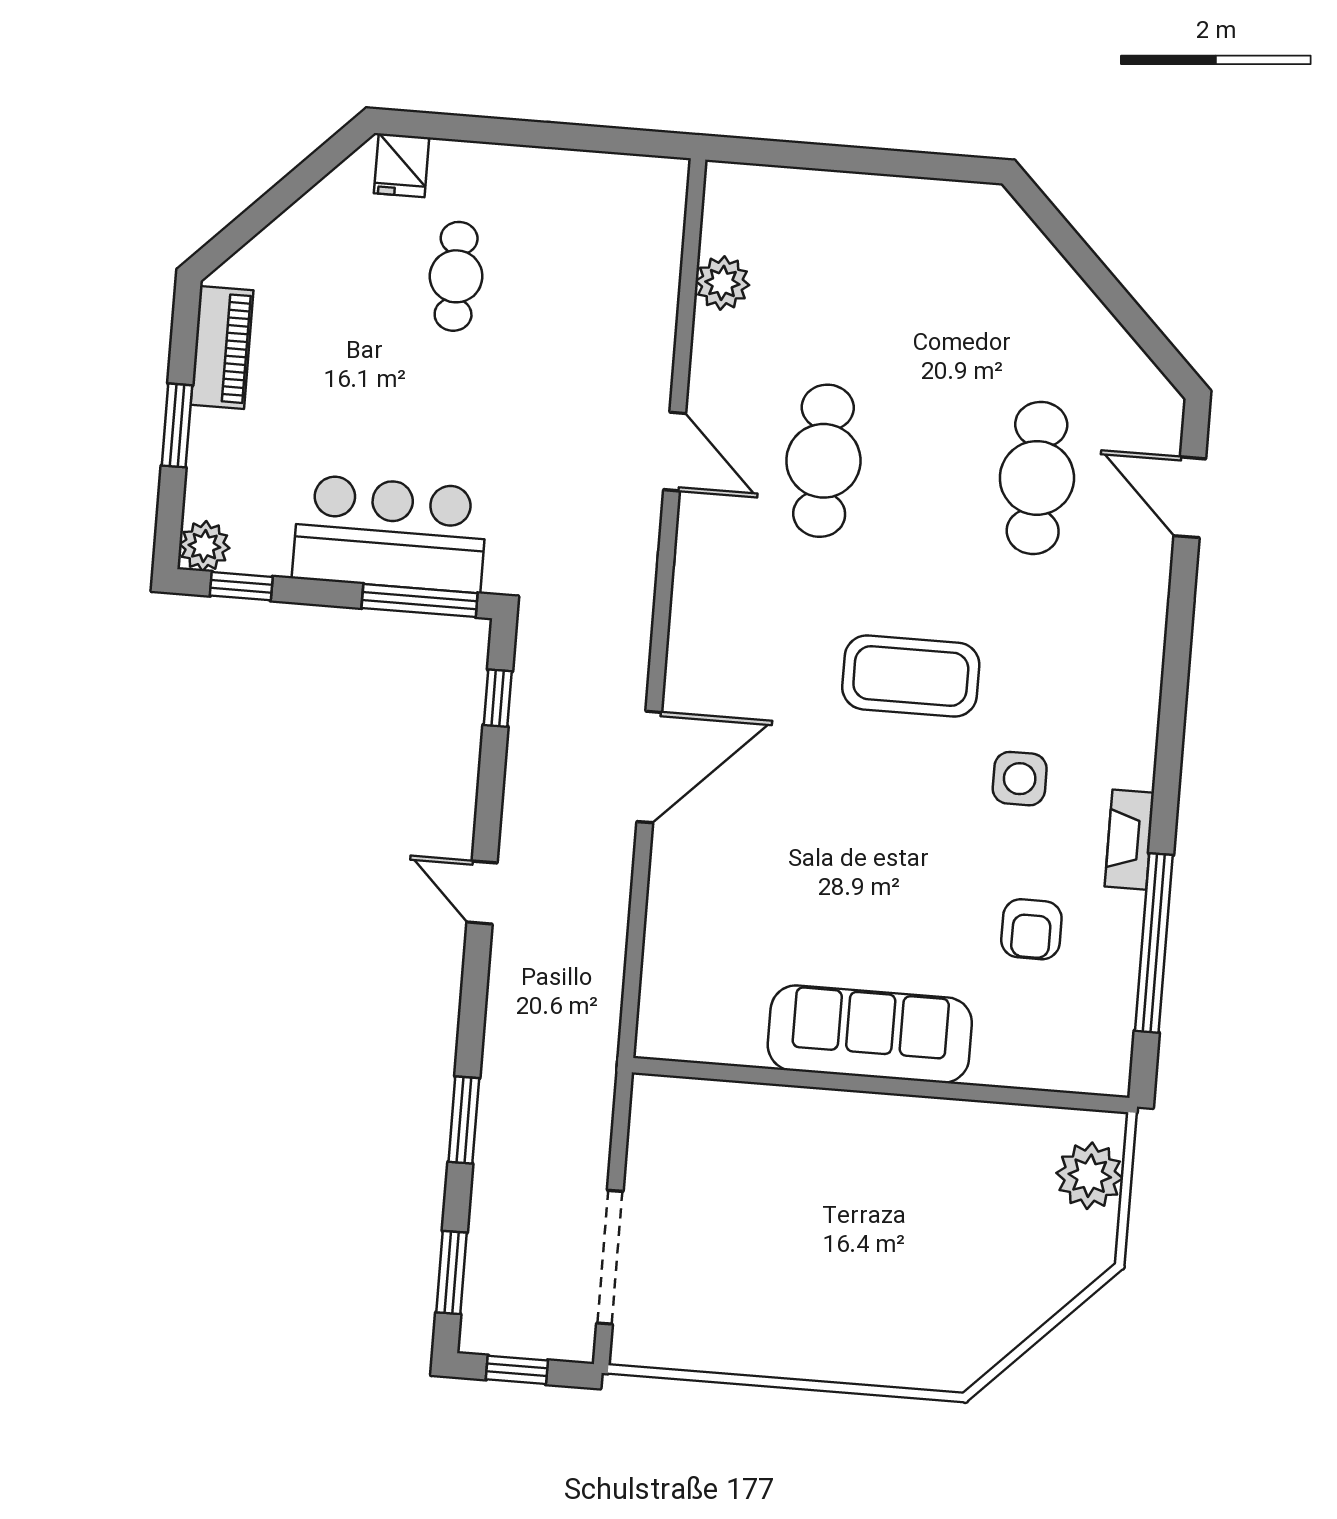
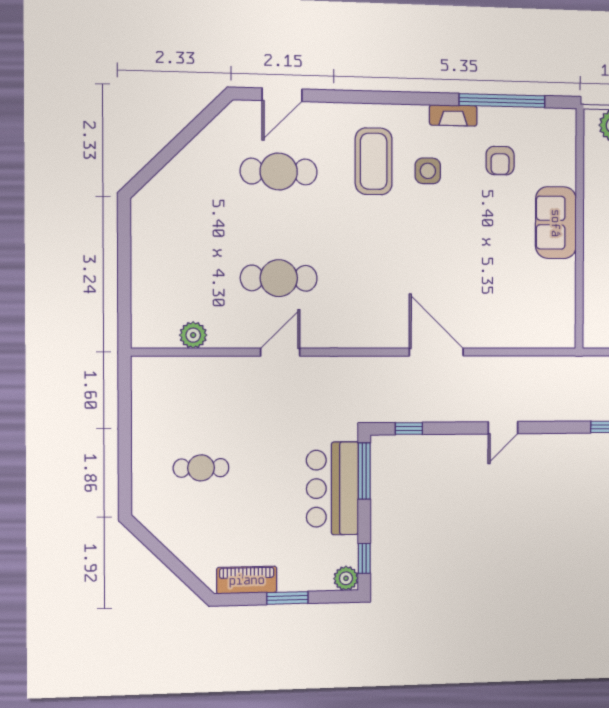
fridge: (402, 165) -> (147, 500), removed
coffee table: (911, 676) -> (374, 161), moved
armchair: (1031, 929) -> (500, 161), turned 90
sofa: (870, 1034) -> (556, 223), width x0.73

